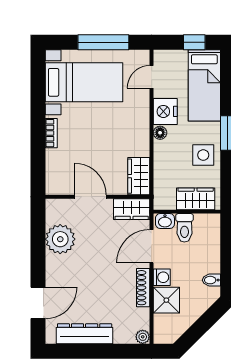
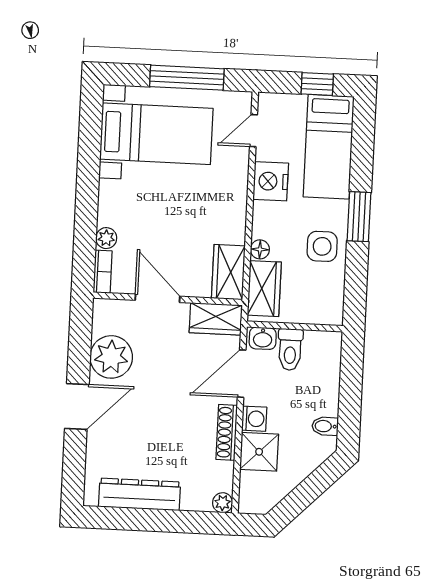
bookcase: (51, 133) -> (103, 272), moved
floor lamp: (160, 133) -> (260, 249), moved
plant: (53, 157) -> (106, 238), added
wardrobe: (196, 199) -> (264, 289), moved, turned 90
door: (38, 303) -> (77, 407), moved

